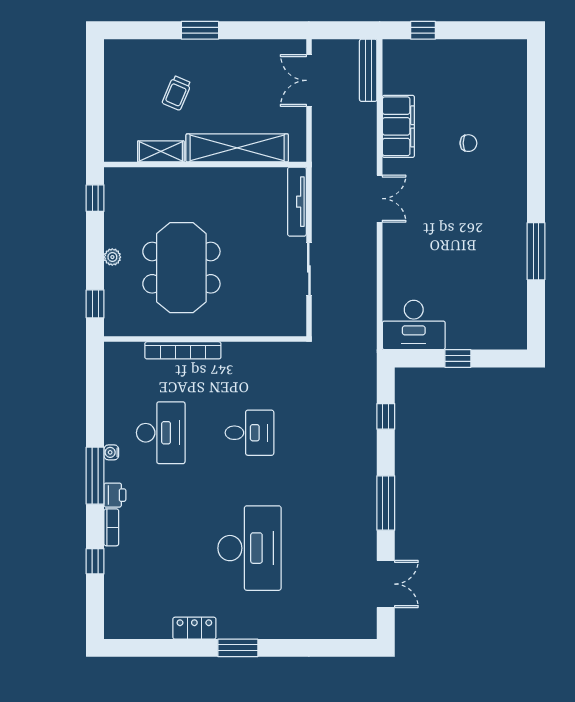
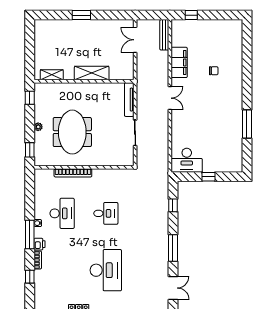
trolley: (177, 93) -> (70, 46), removed
shelving: (237, 148) -> (92, 73), width x0.68
shelving: (161, 151) -> (52, 75), moved

